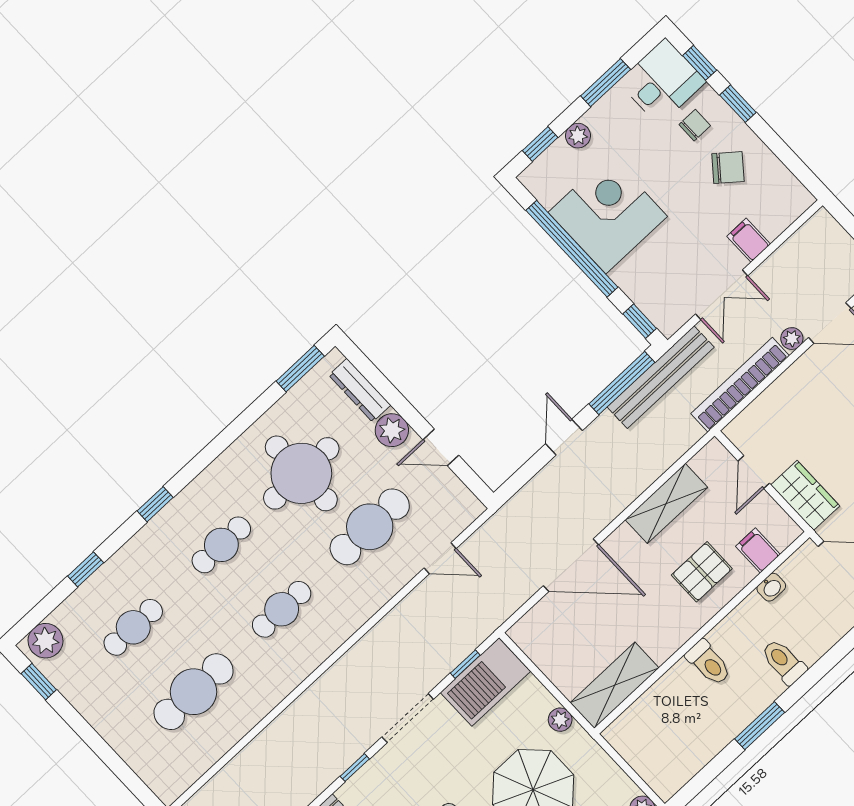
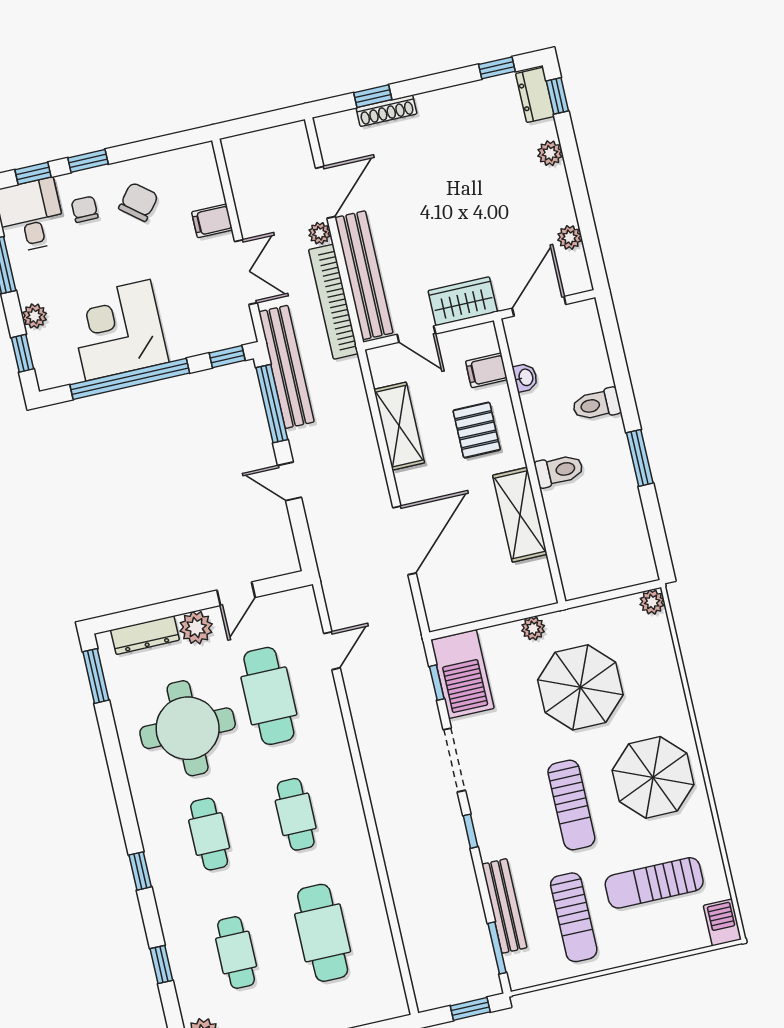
bench: (778, 398) -> (364, 275), added
shelving: (615, 685) -> (520, 515), moved

